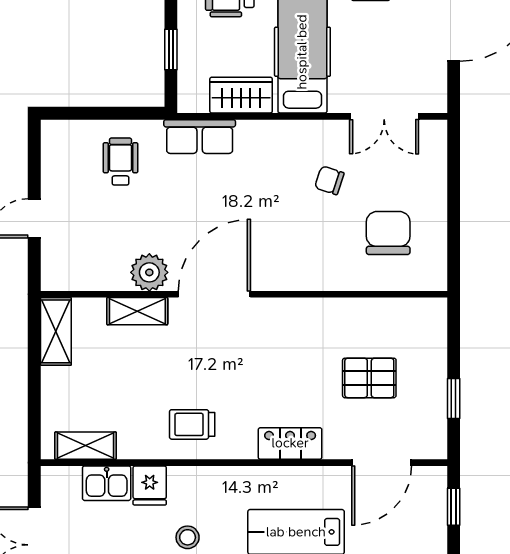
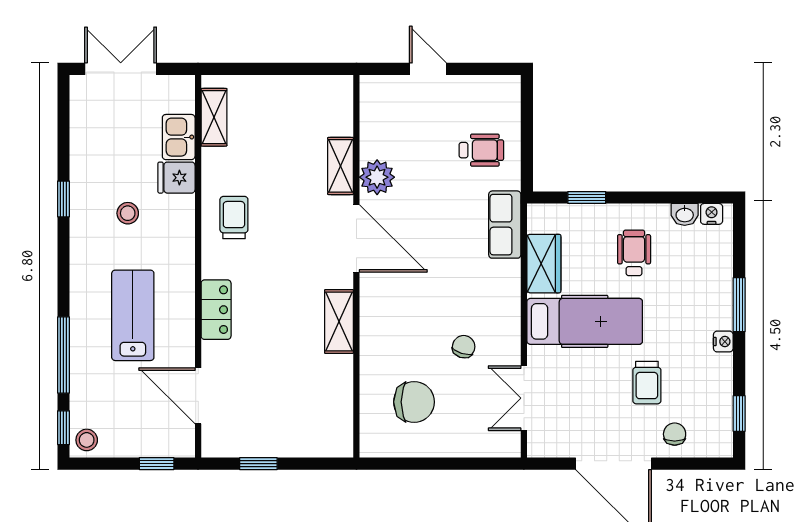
shelving: (56, 331) -> (339, 321), moved, turned 90
pallet: (369, 378) -> (278, 384), removed

